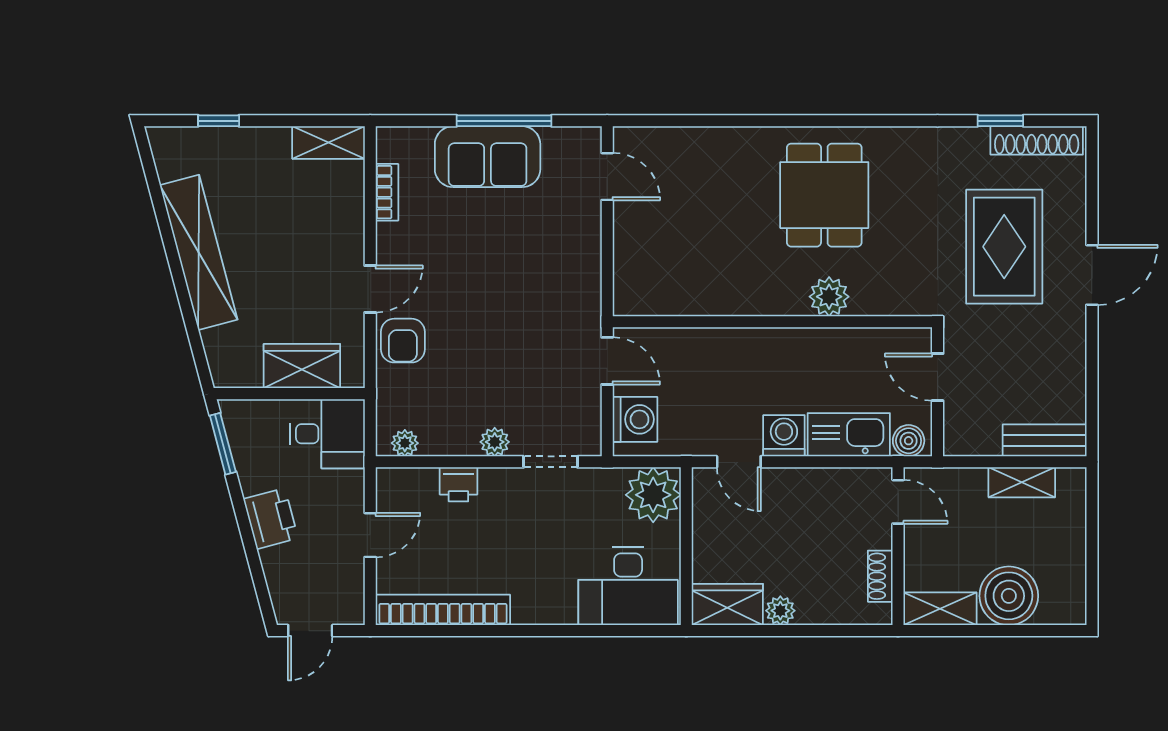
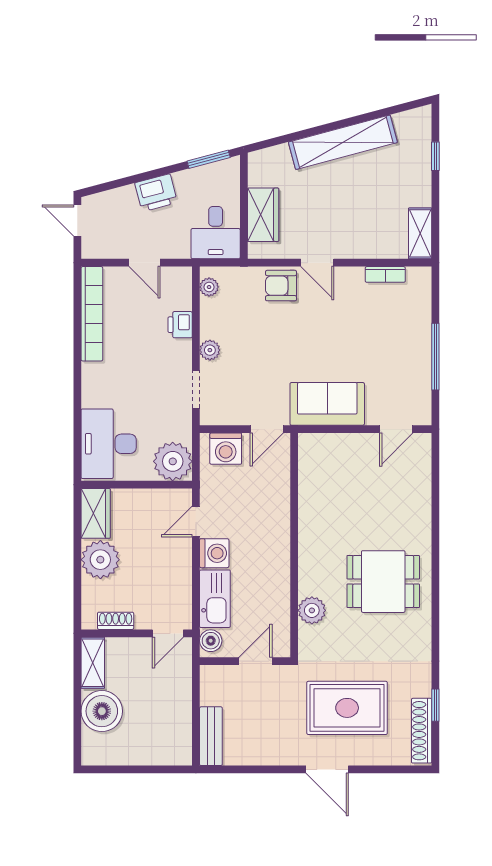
sofa: (488, 157) -> (327, 404), moved, turned 90
plant: (829, 297) -> (312, 610), moved
shelving: (1022, 482) -> (182, 720), removed
plant: (780, 611) -> (100, 560), width x1.88, depth x1.88

